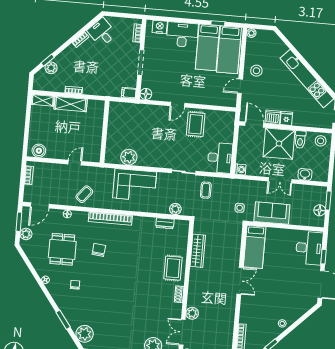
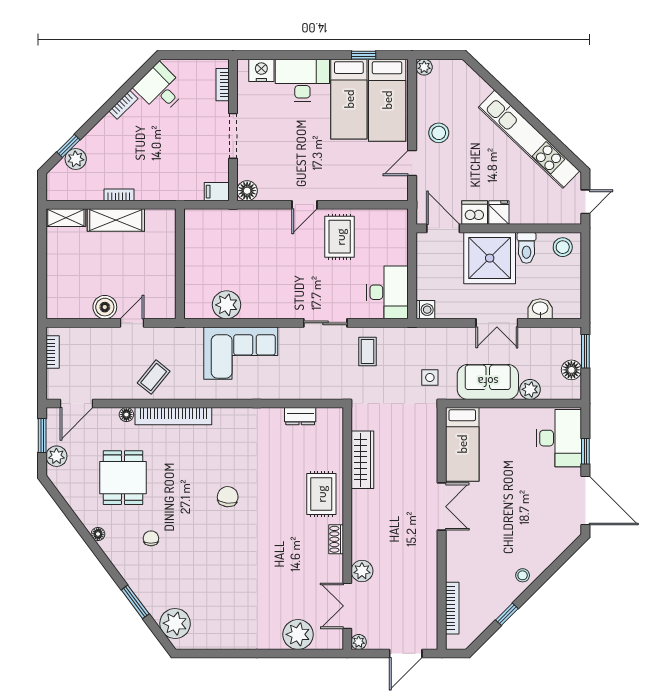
boiler: (39, 151) -> (105, 307), moved
plant: (175, 209) -> (530, 389), moved
bookcase: (110, 219) -> (173, 416), moved
chair: (99, 250) -> (228, 497), moved

